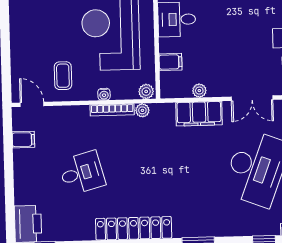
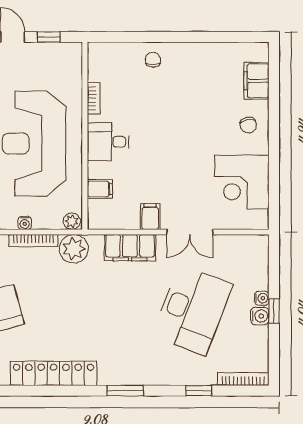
filing cabinet: (216, 85) -> (150, 217), added
plant: (199, 91) -> (131, 222), removed
plant: (142, 110) -> (74, 249), width x1.87, depth x1.87

